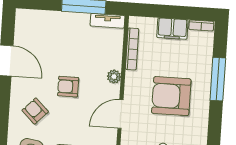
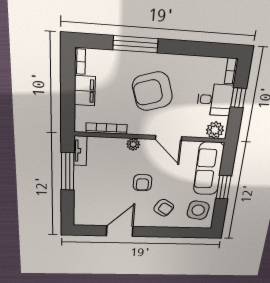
armchair: (171, 96) -> (152, 91), turned 73
armchair: (35, 111) -> (164, 208), turned -101

